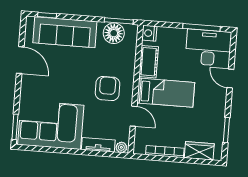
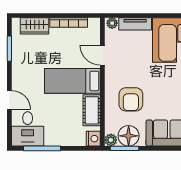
plant: (132, 30) -> (111, 140), added
desk: (208, 48) -> (28, 129), width x0.73
armchair: (108, 89) -> (131, 99), moved

